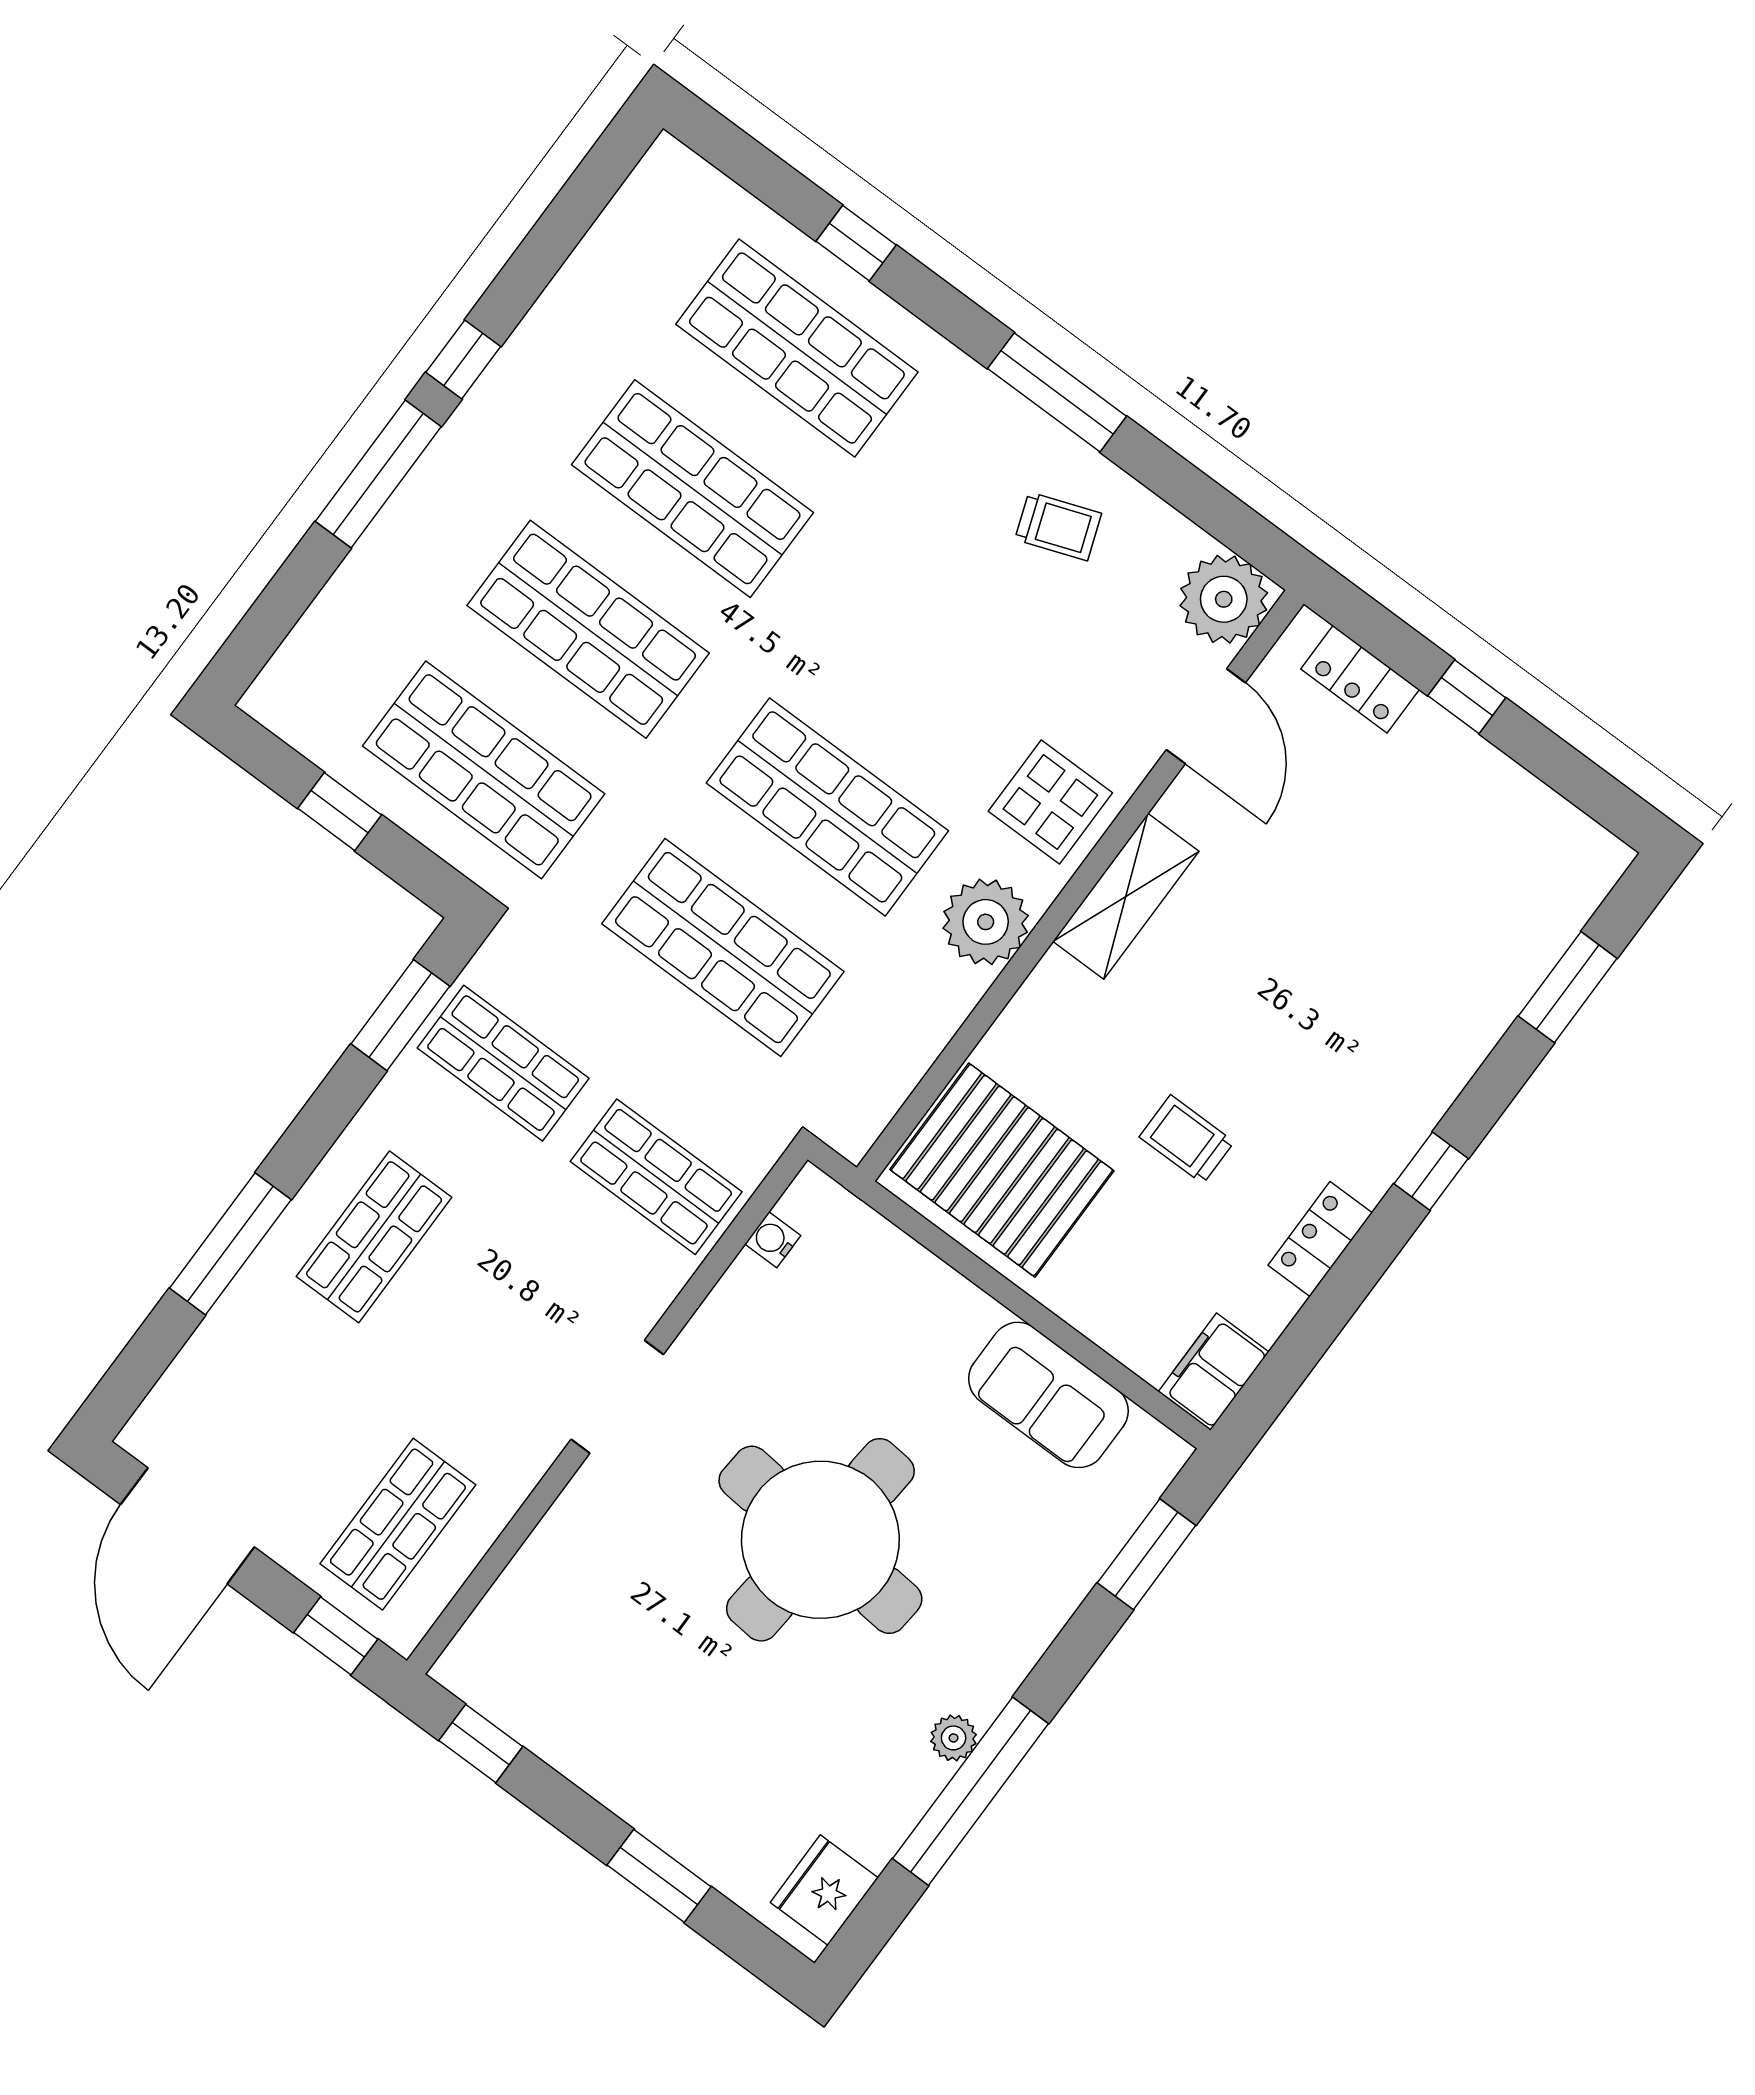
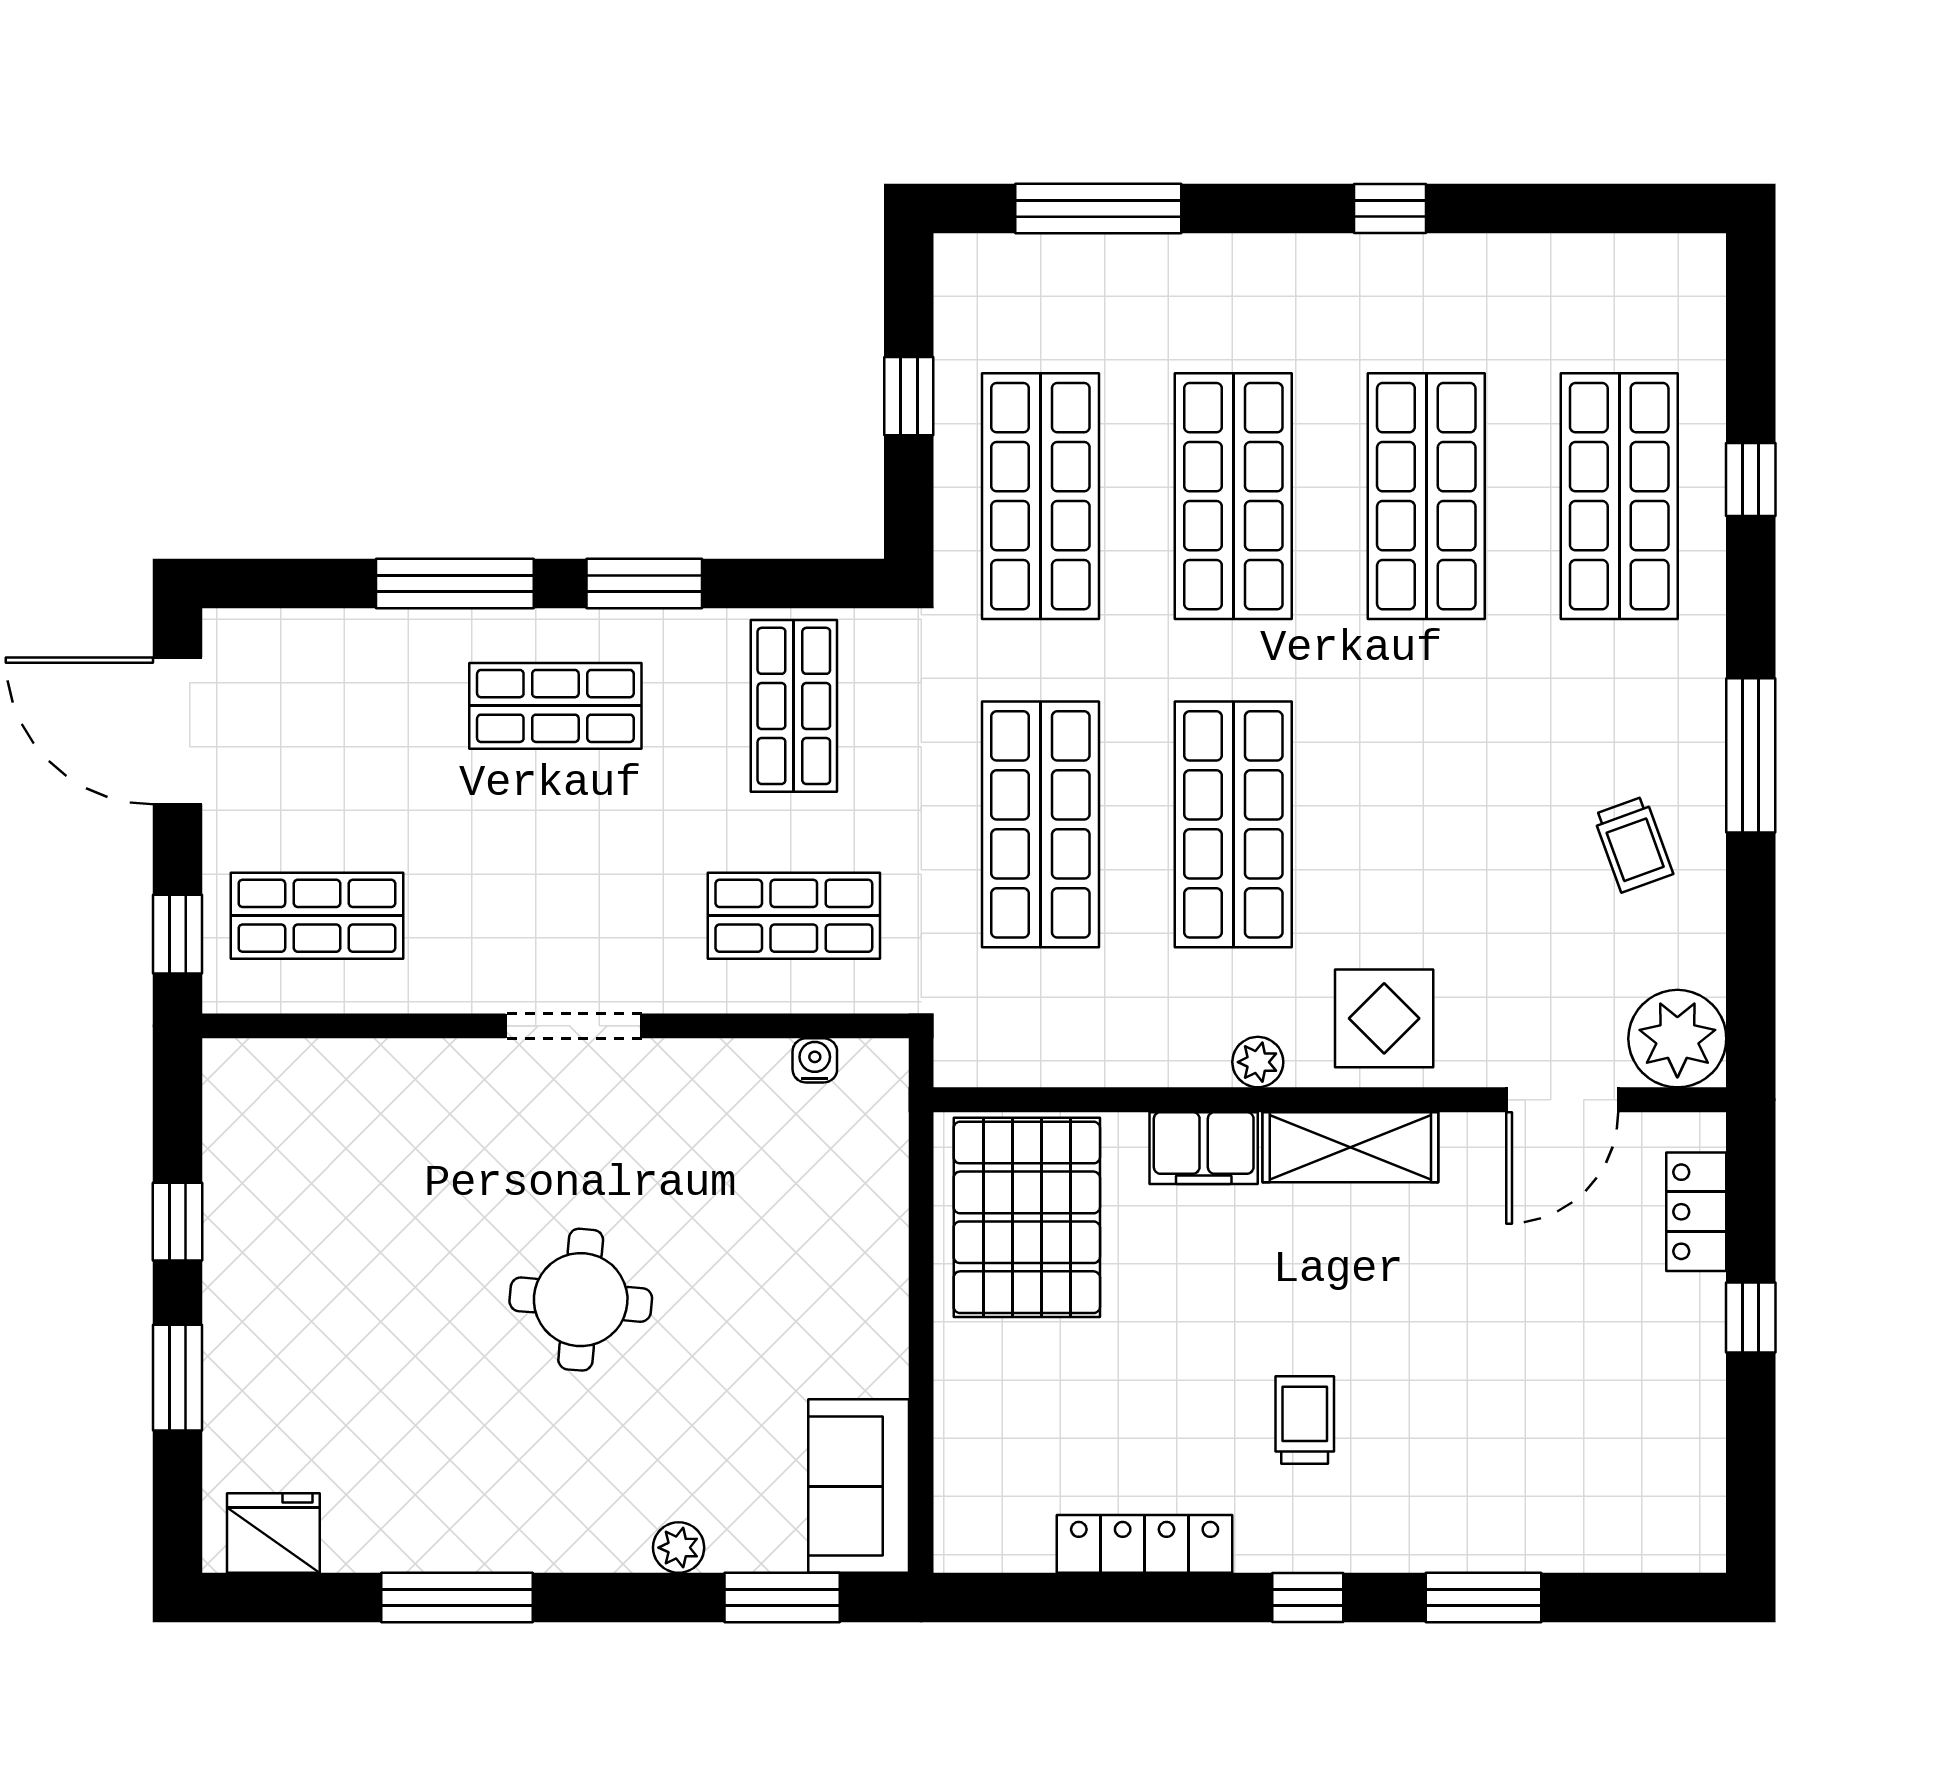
window: (378, 474) -> (1098, 209), moved
plant: (986, 922) -> (1258, 1062), width x0.53, depth x0.53
window: (1568, 987) -> (1483, 1598), moved
window: (400, 1015) -> (644, 583), moved
trolley: (1187, 1139) -> (1305, 1420), moved
shop shelf: (656, 1177) -> (794, 916), turned 90
locker: (1320, 1239) -> (1145, 1544), width x1.53
filing cabinet: (1213, 1372) -> (1204, 1148), moved, turned 180
sofa: (1048, 1395) -> (859, 1486), moved
door: (188, 1526) -> (177, 731), hinge flipped
round table: (820, 1540) -> (581, 1300), width x0.54, depth x0.54
plant: (954, 1738) -> (679, 1548), moved
window: (481, 1744) -> (177, 1222), moved
window: (971, 1791) -> (457, 1598), width x0.68

